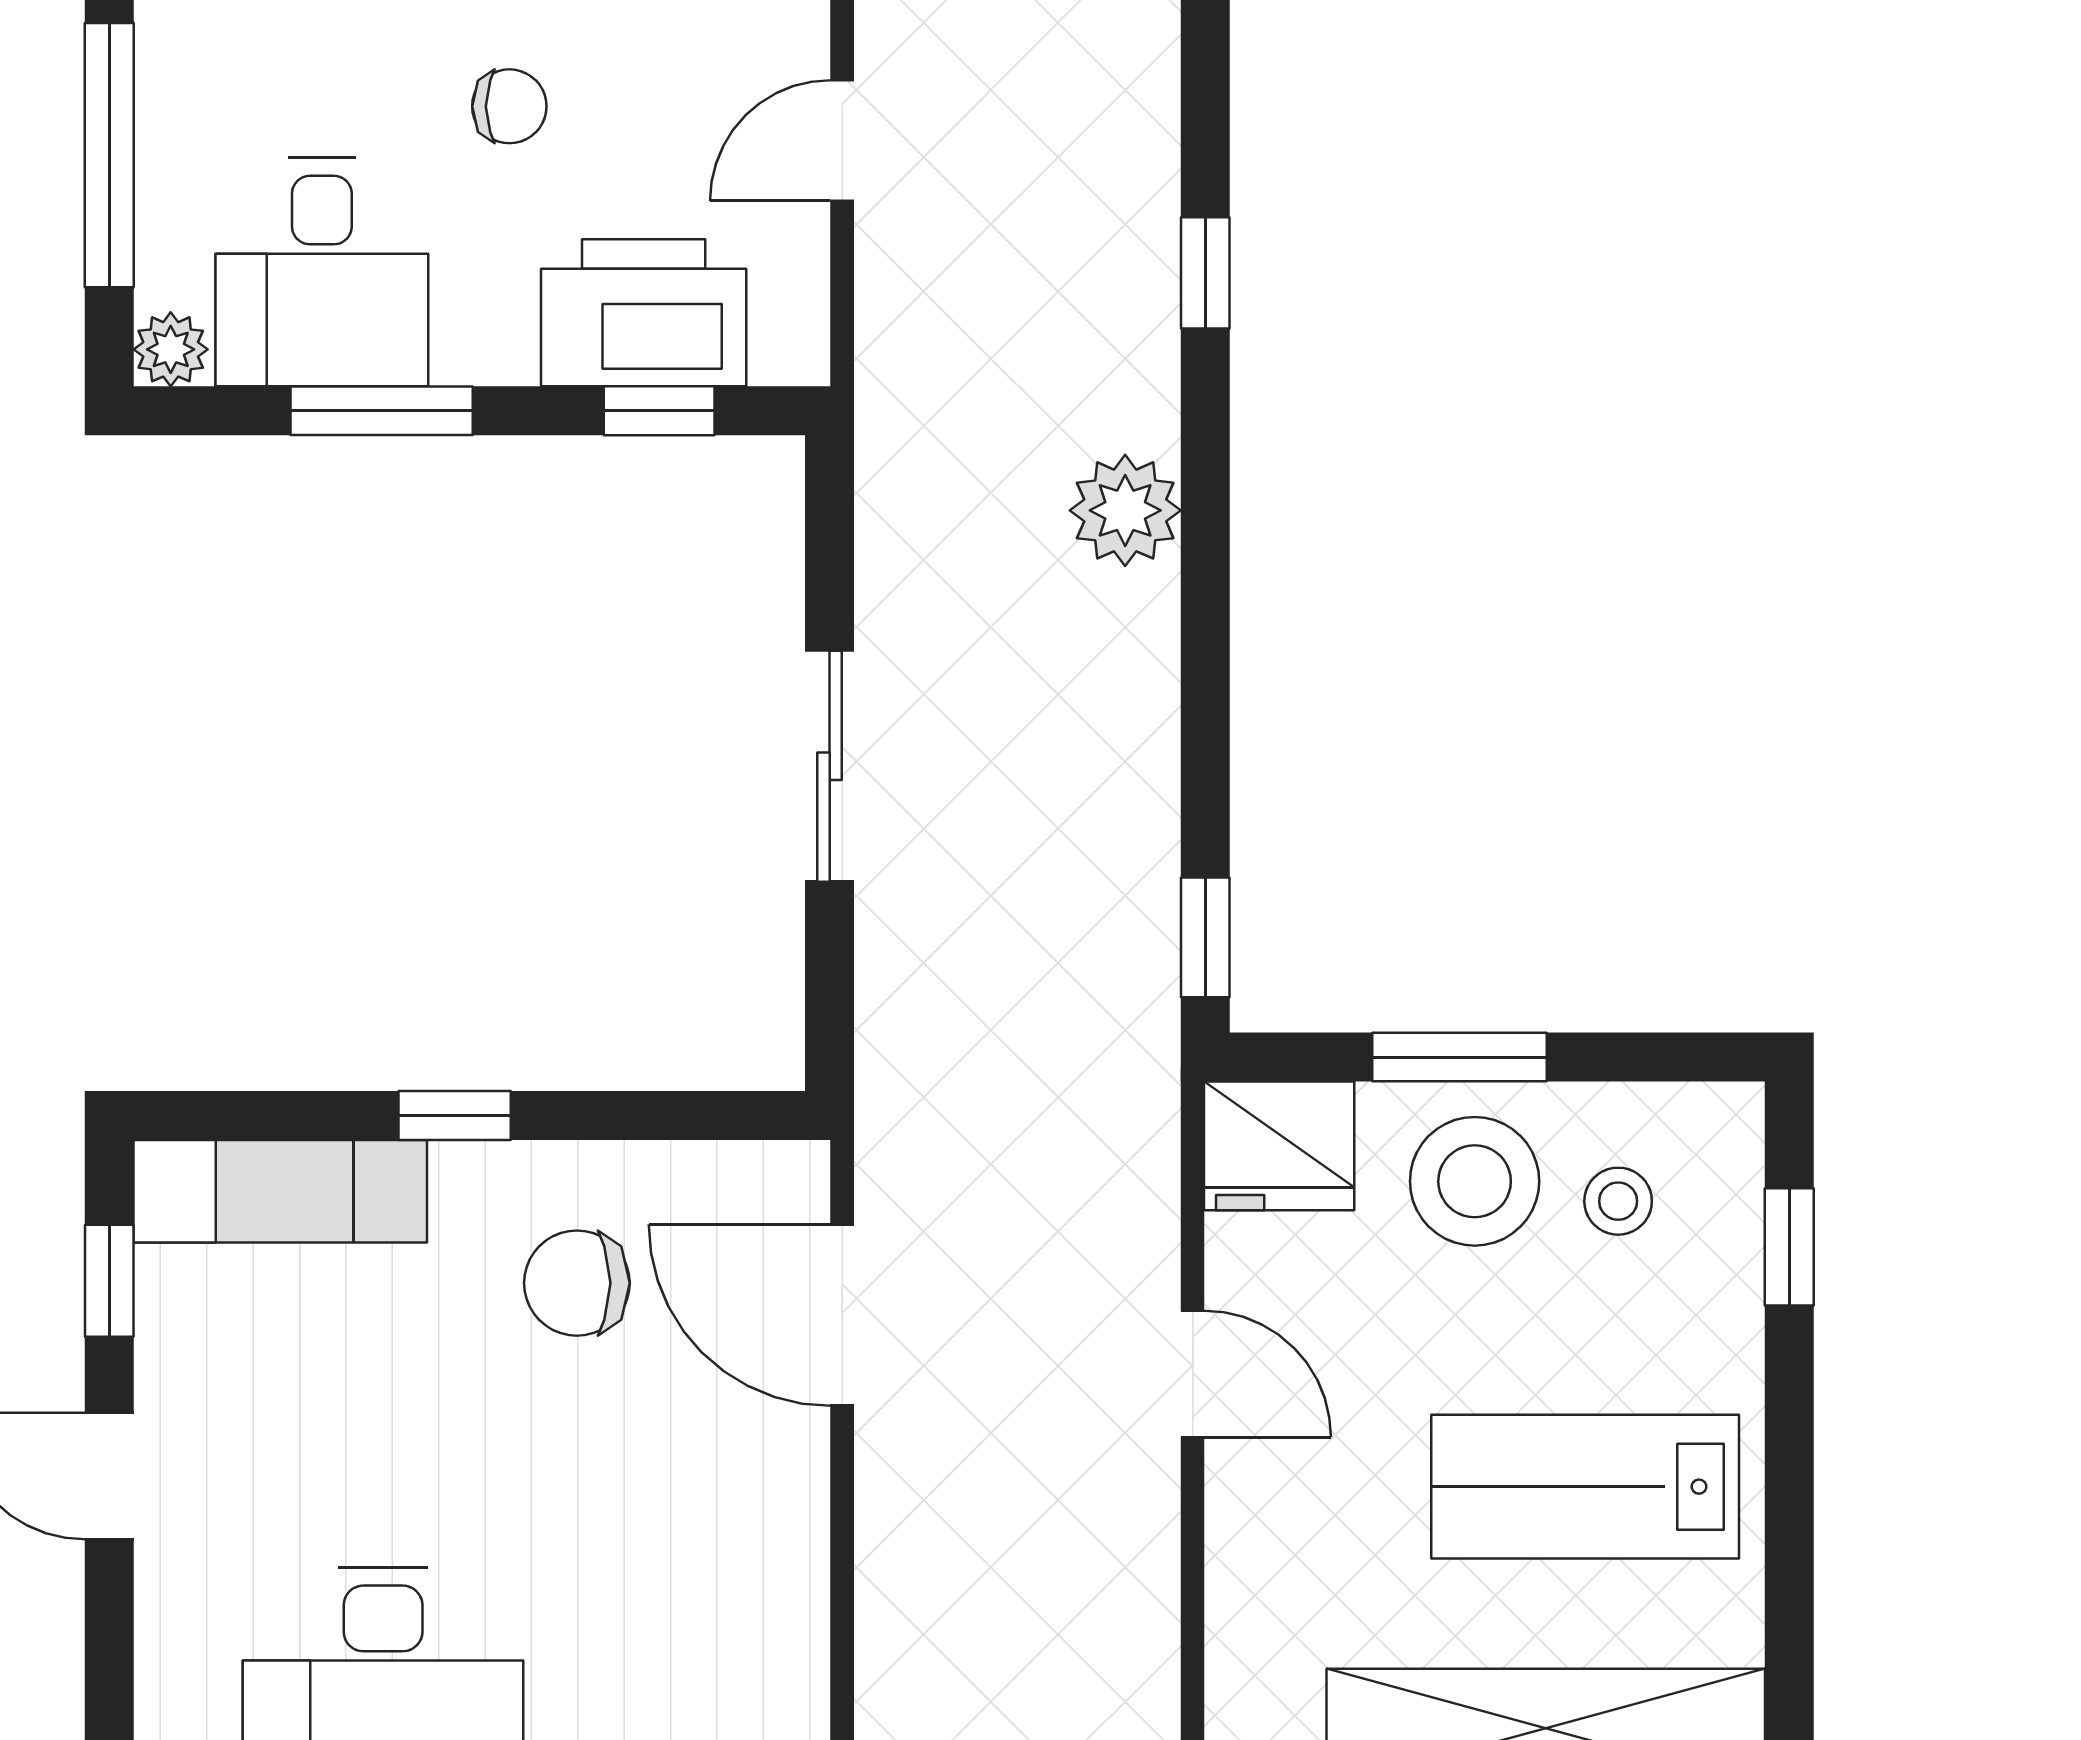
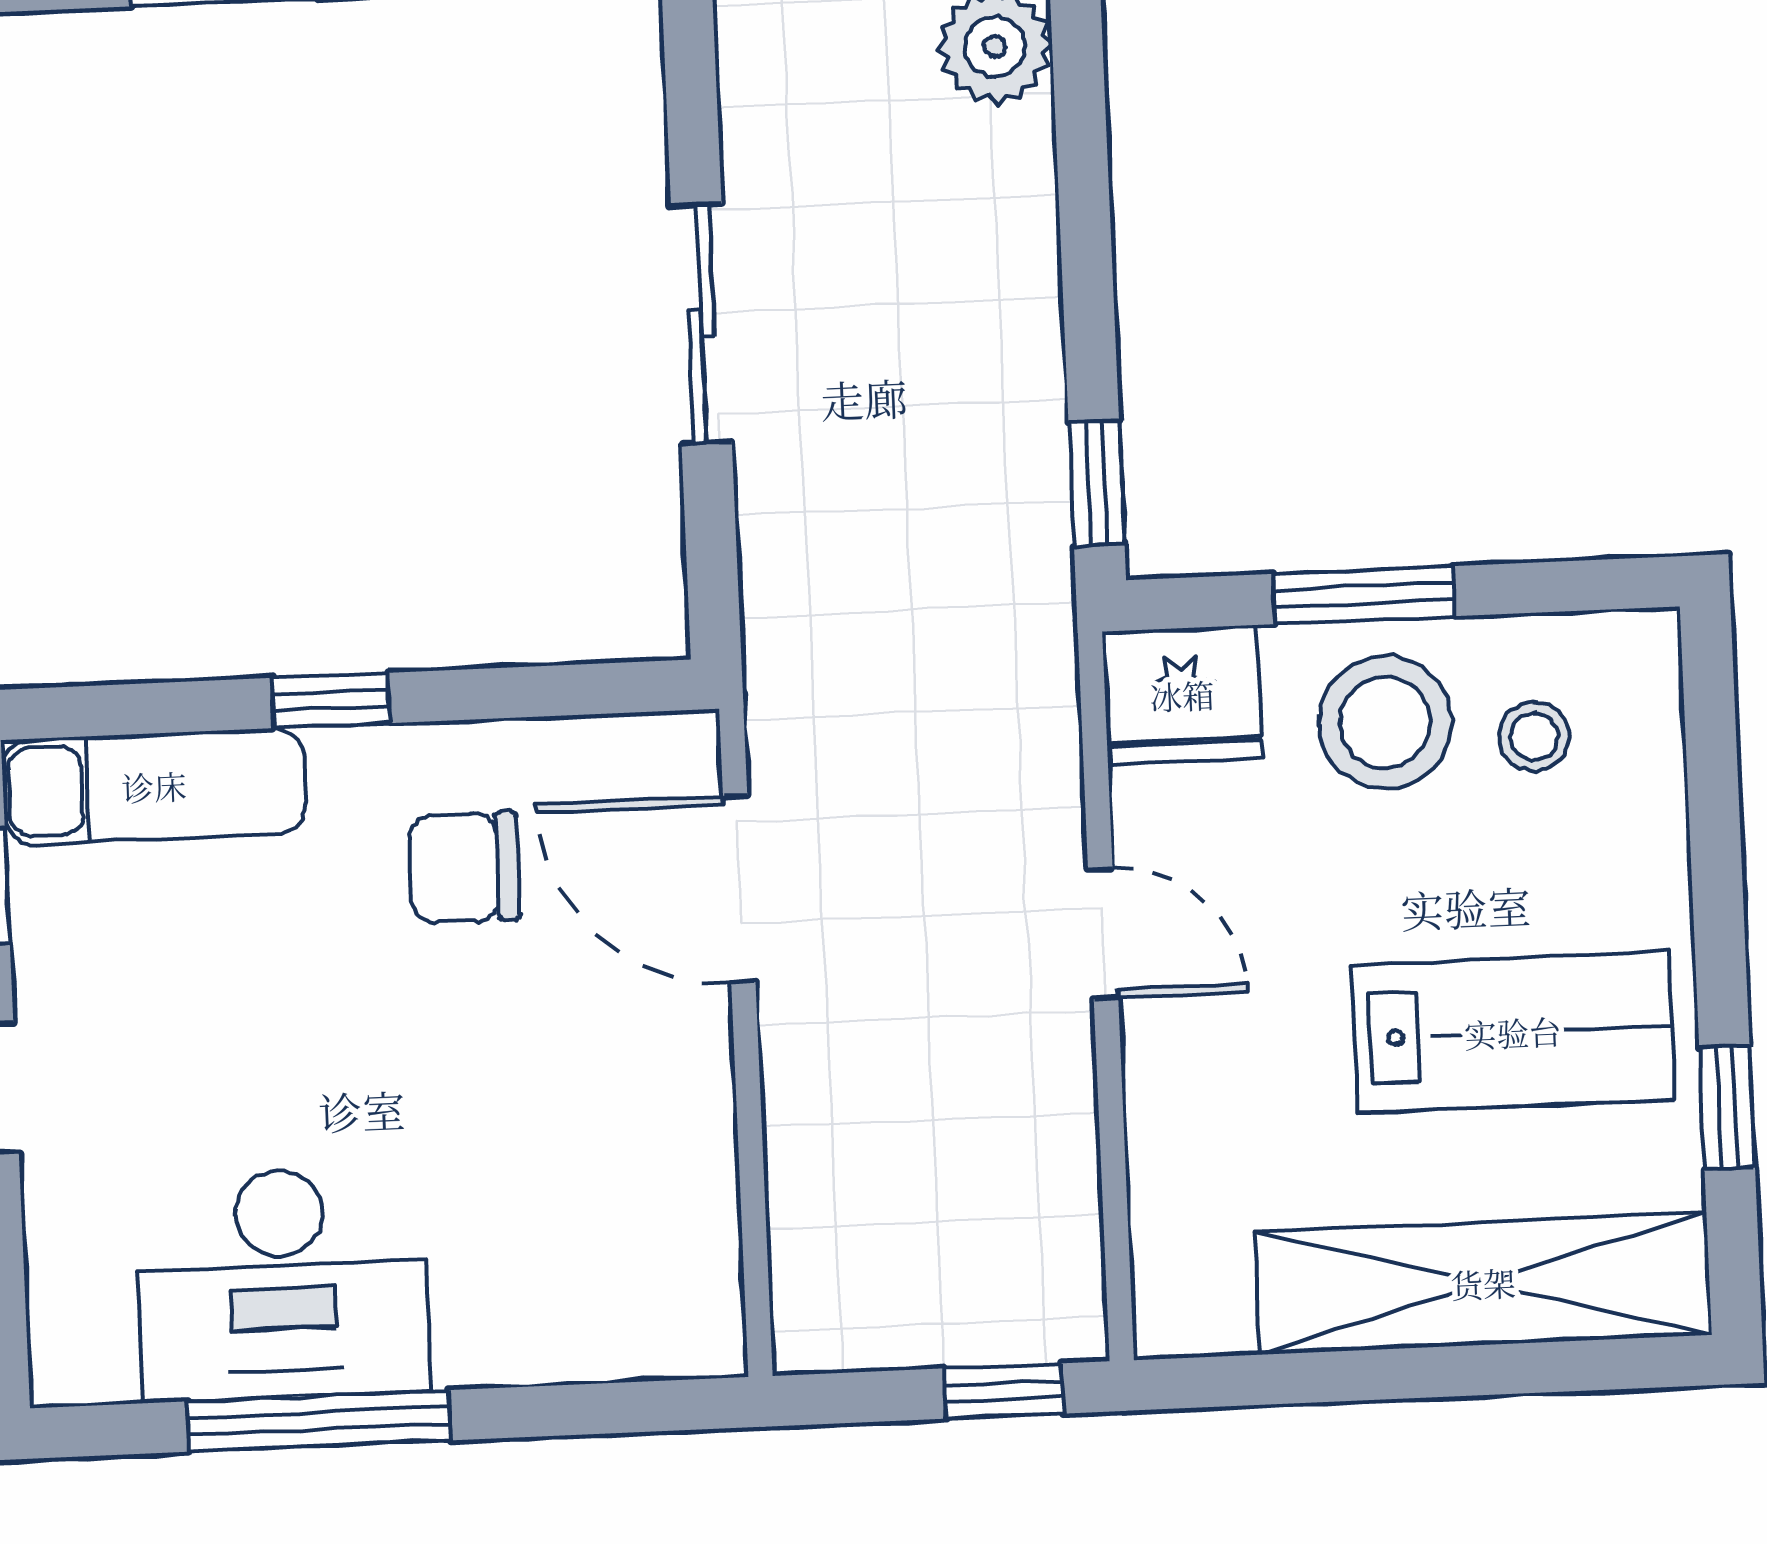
window: (1789, 1247) -> (1727, 1107), moved
lab bench: (1585, 1487) -> (1513, 1032), turned 180

